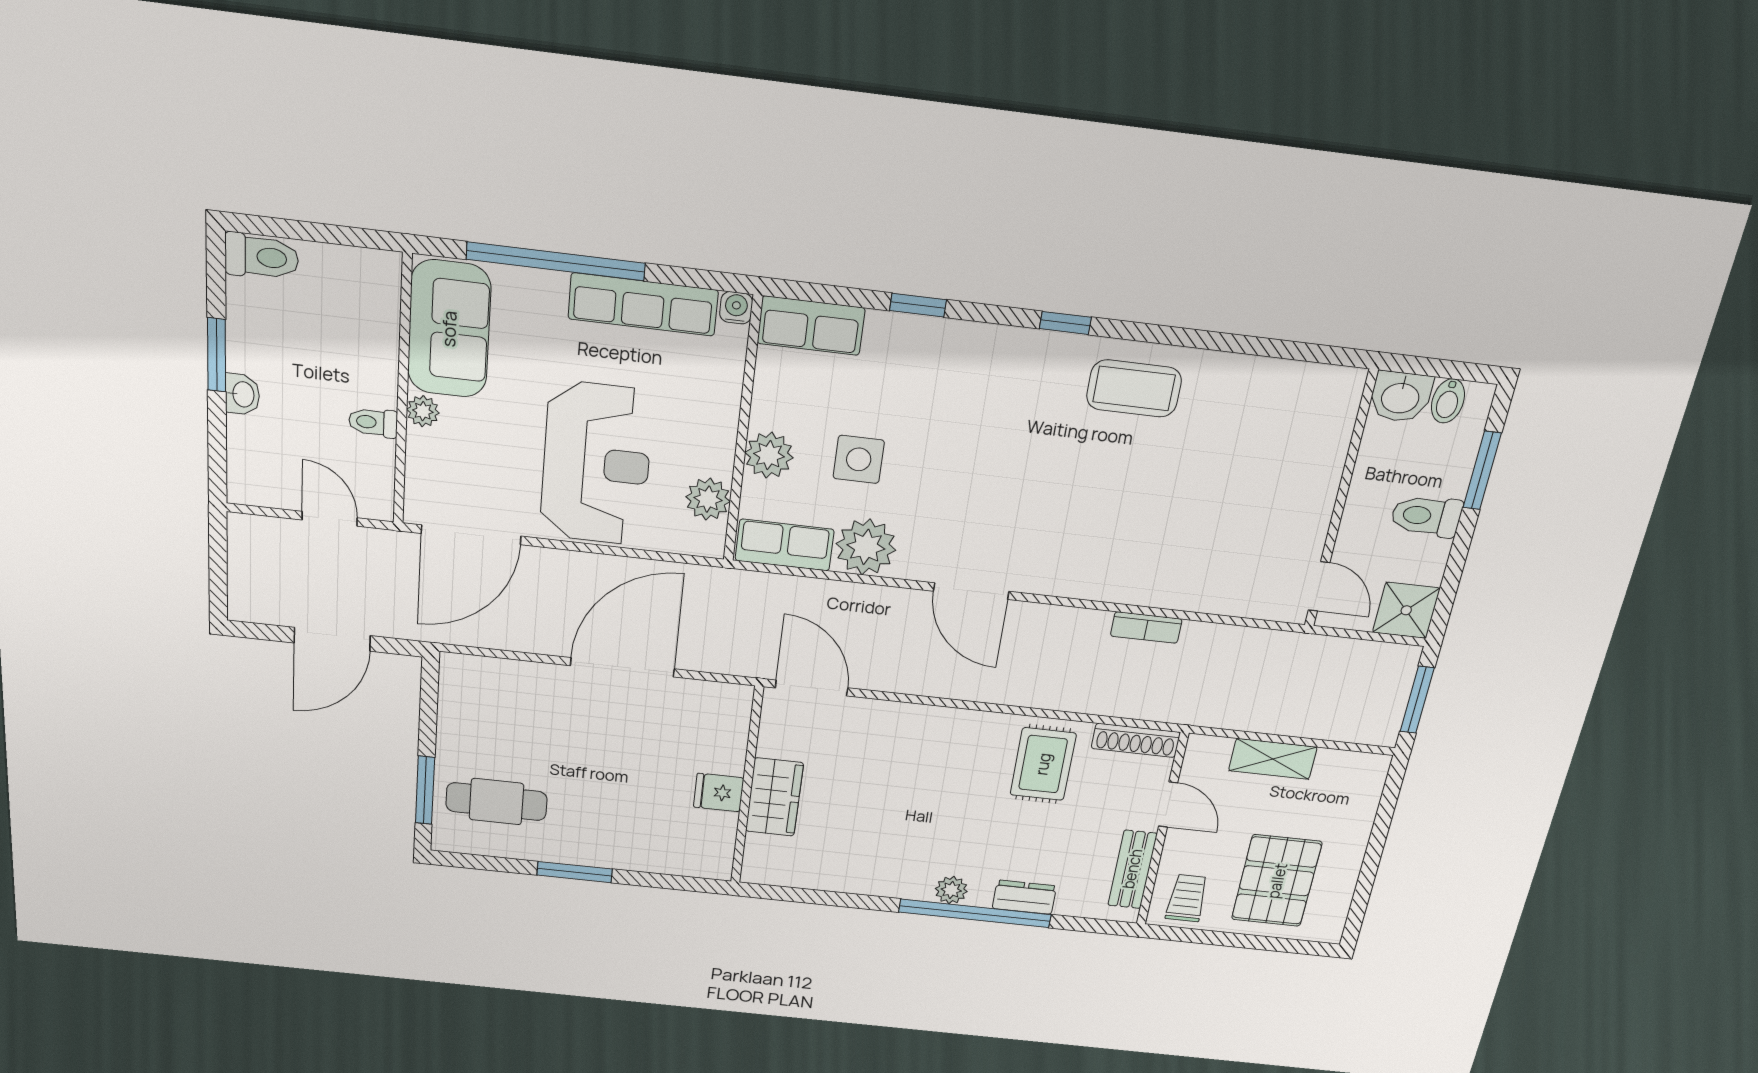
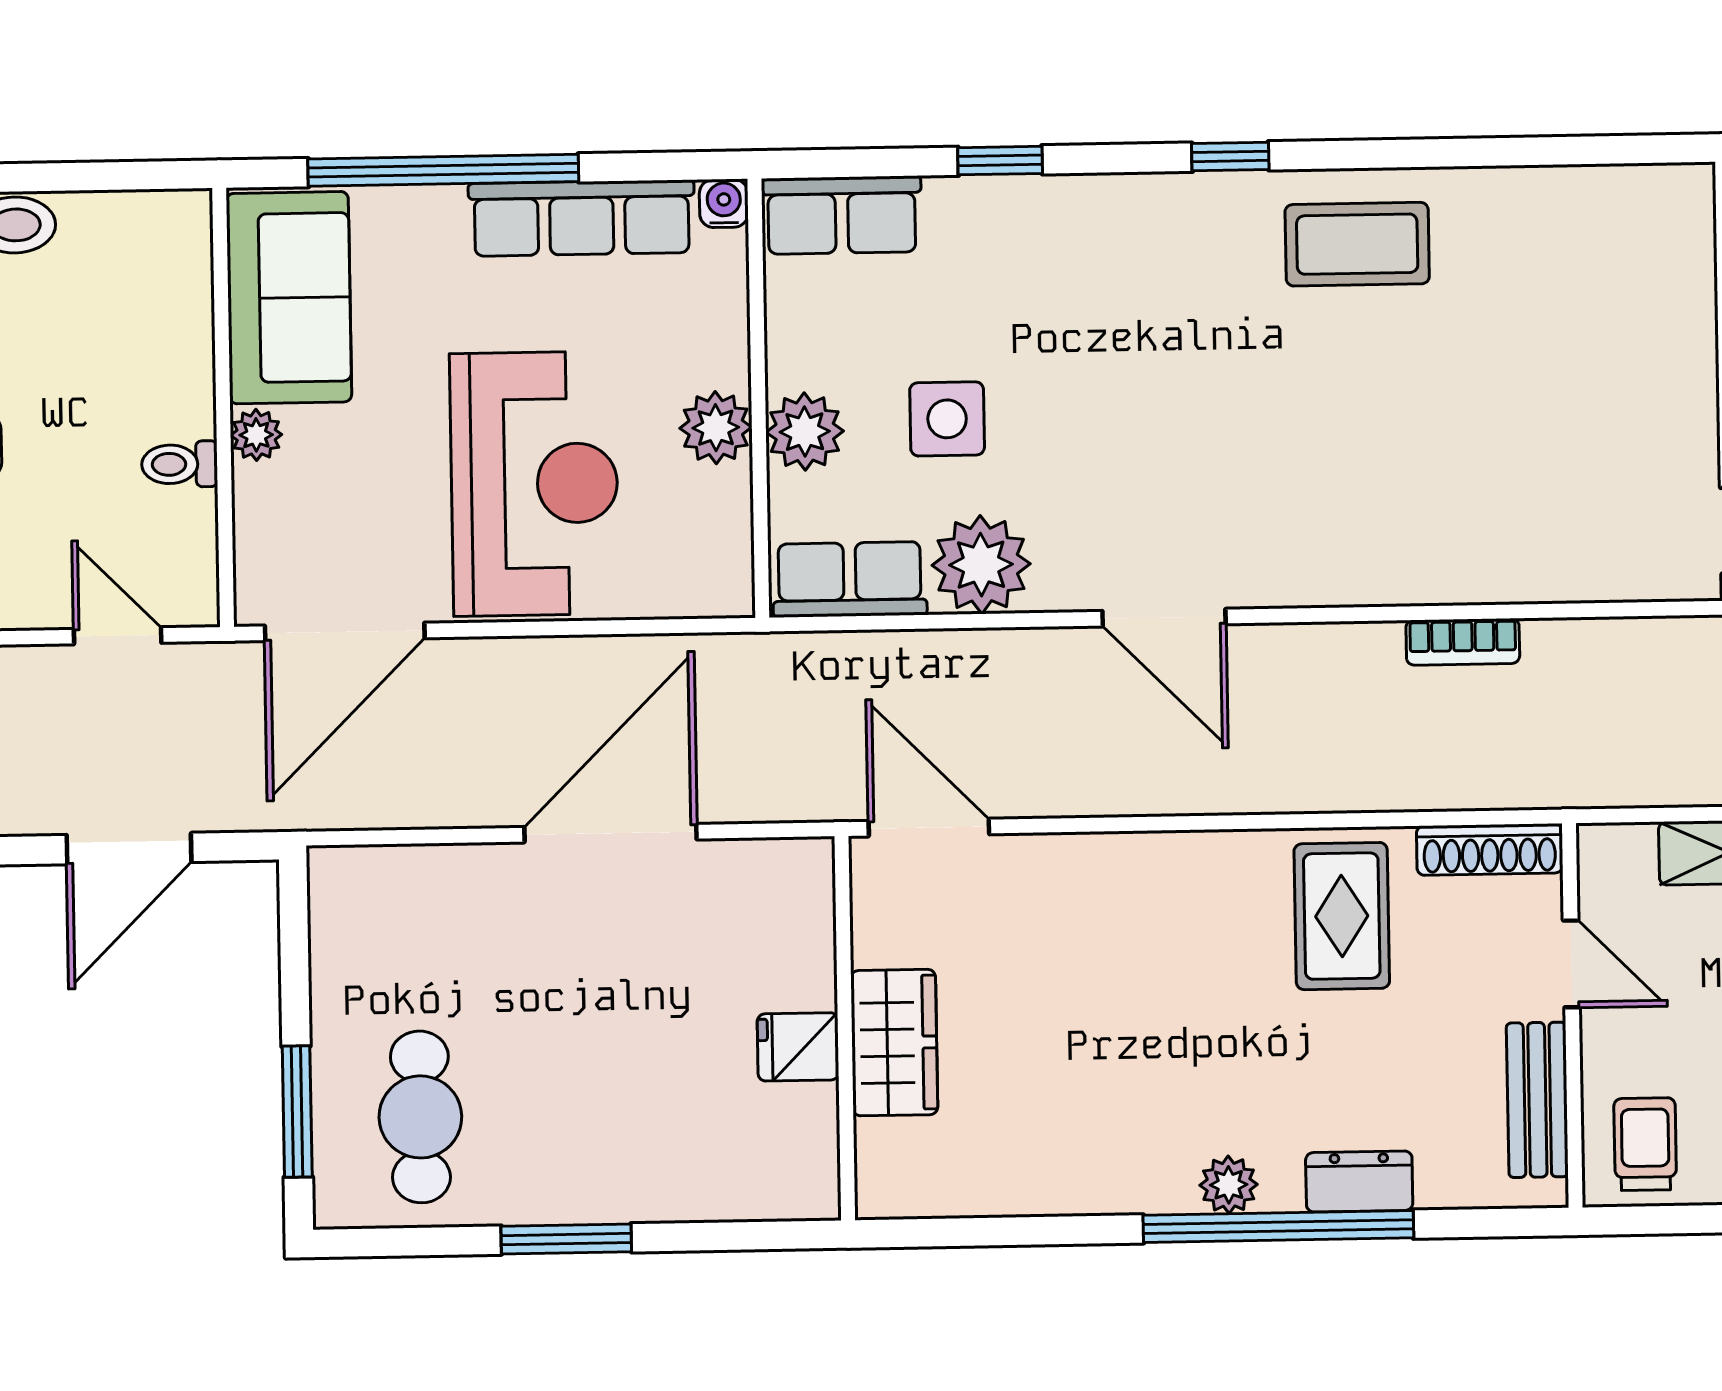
plant: (708, 499) -> (716, 428), moved
cafe table: (496, 802) -> (420, 1117), turned 90

